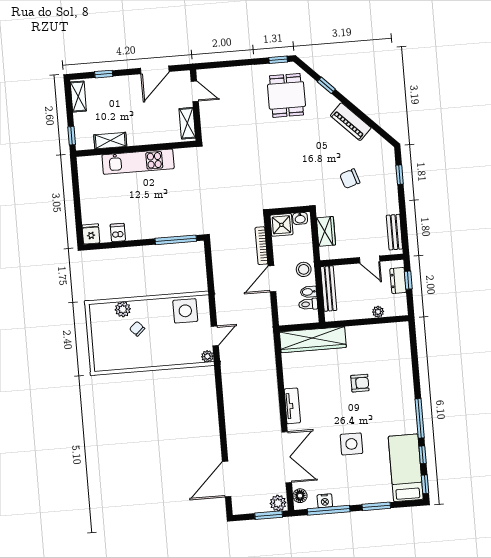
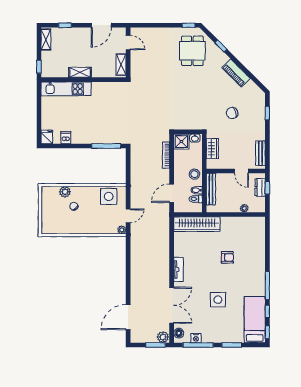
shelving: (110, 141) -> (80, 72), moved
kitchen unit: (138, 162) -> (66, 89), moved
door: (272, 279) -> (172, 193), moved

